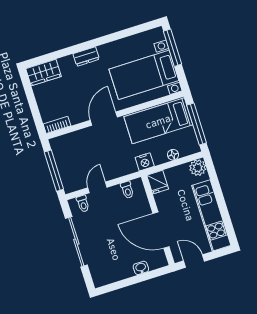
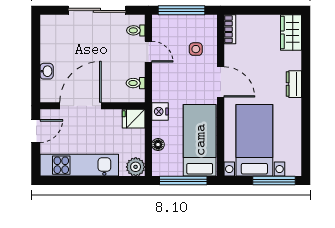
side table: (83, 148) -> (196, 49), added

